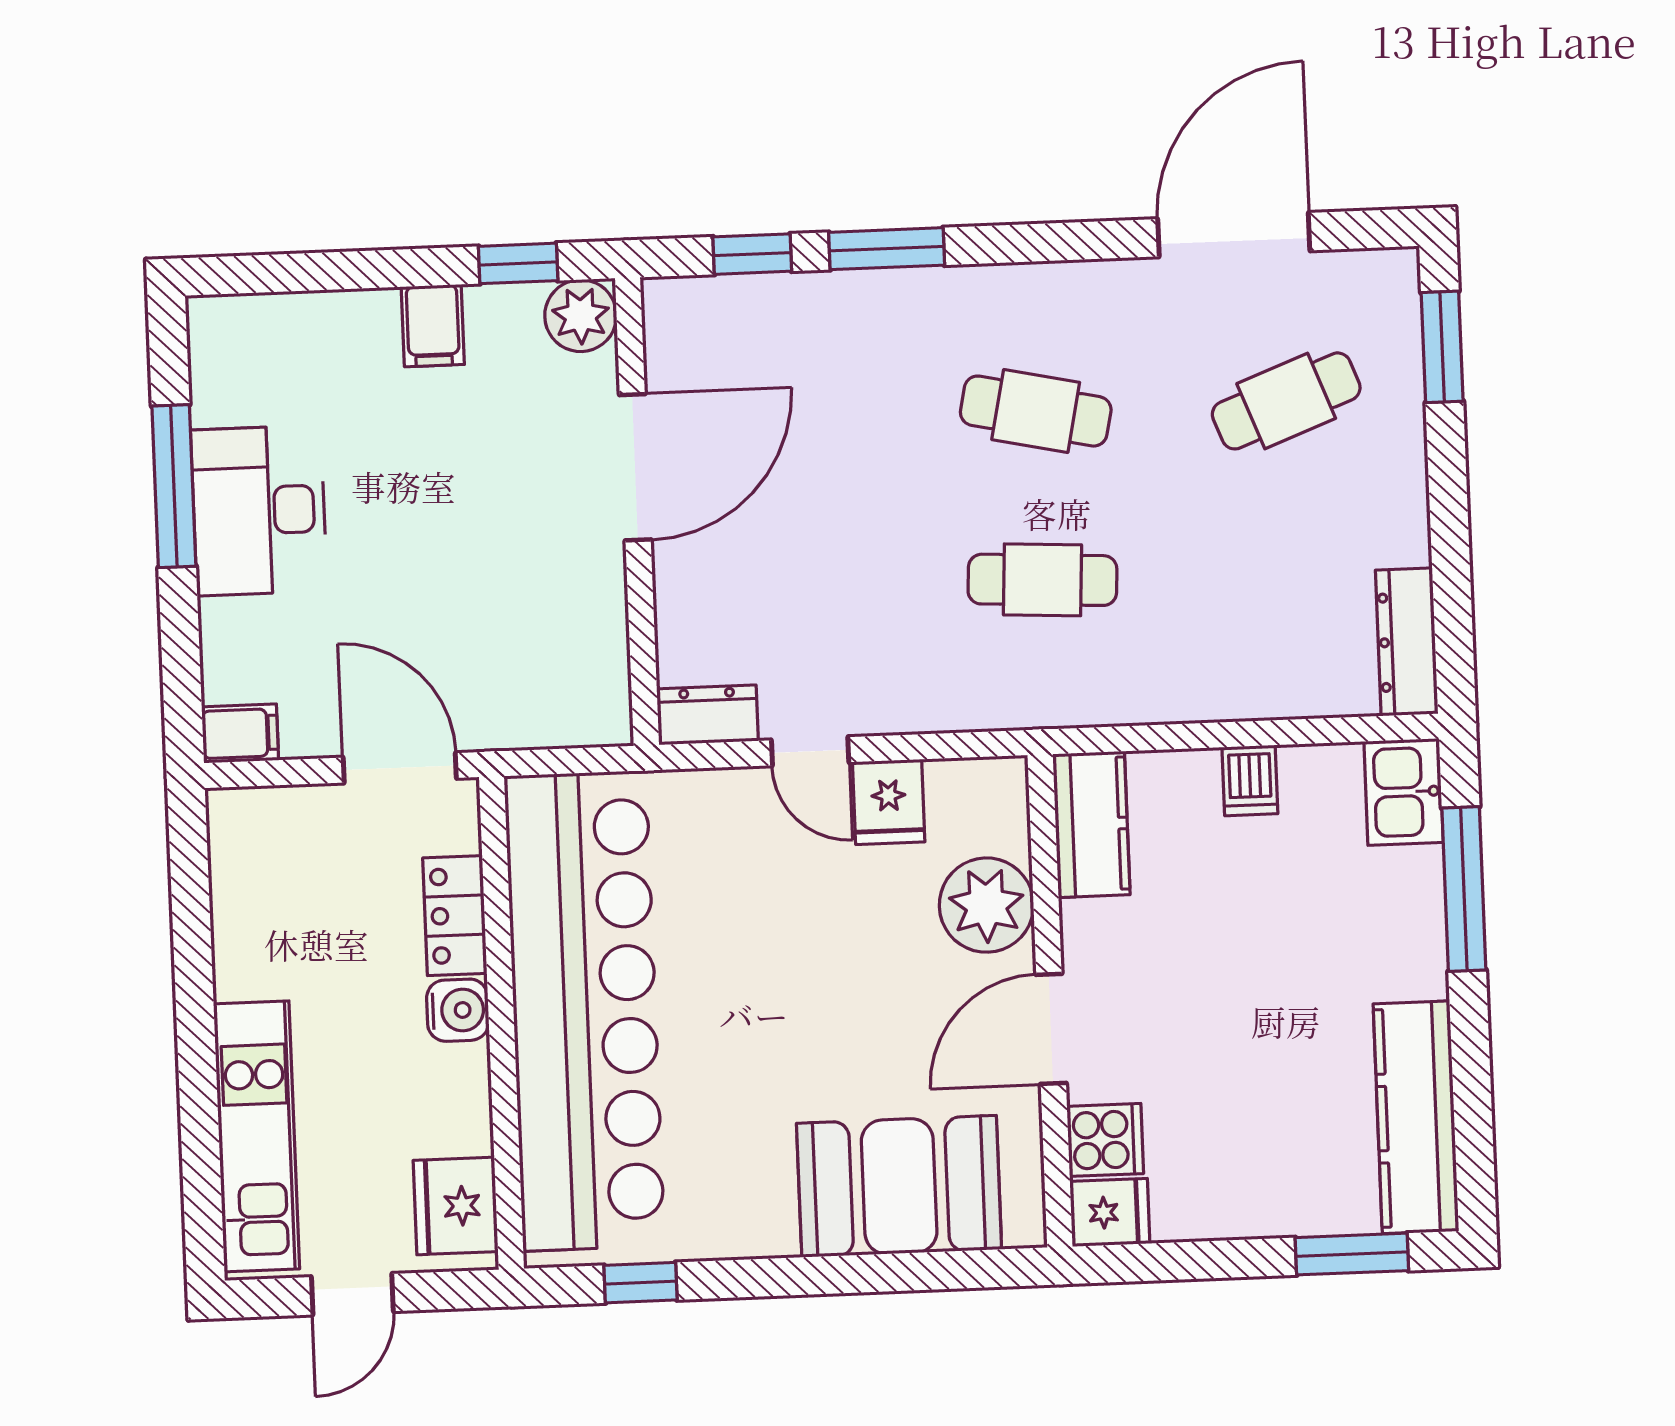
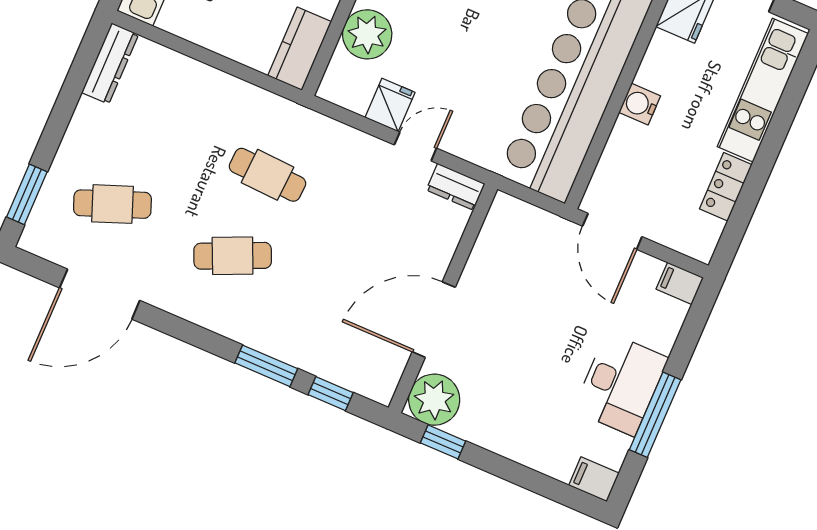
plant: (581, 316) -> (434, 400), width x1.36, depth x1.36
filing cabinet: (433, 326) -> (594, 479), moved, turned -90
cafe table: (1036, 411) -> (233, 256), turned -36
door: (810, 751) -> (415, 146), hinge flipped
dishwasher: (1250, 780) -> (215, 34), removed
locker: (455, 916) -> (726, 187), moved, turned 180

